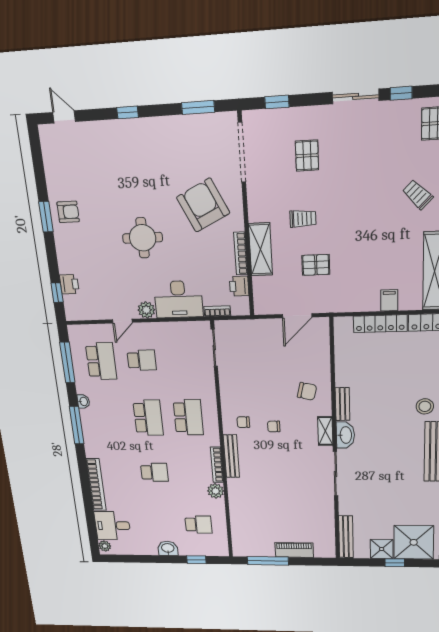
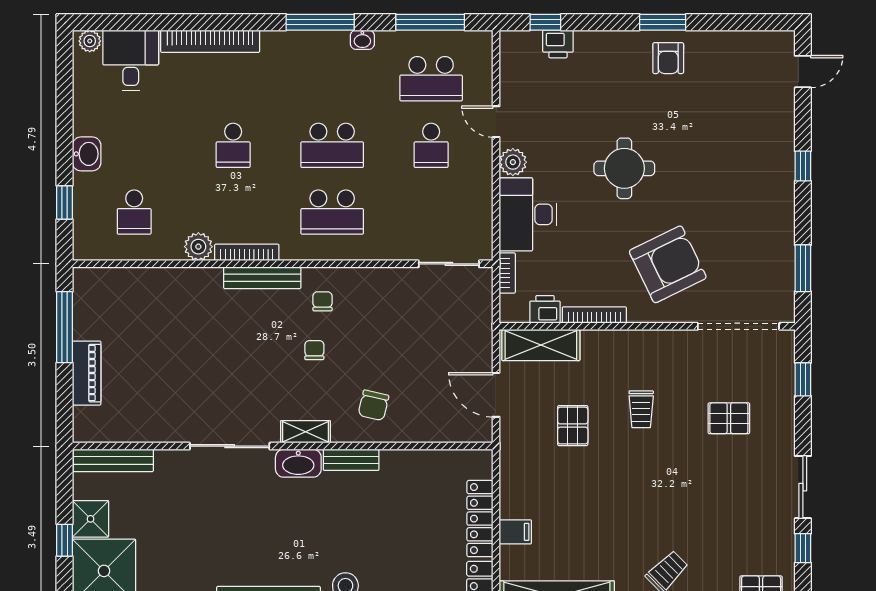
shelving: (261, 249) -> (541, 345), moved

